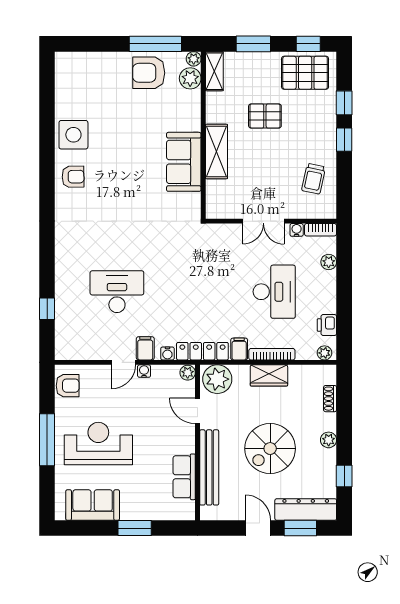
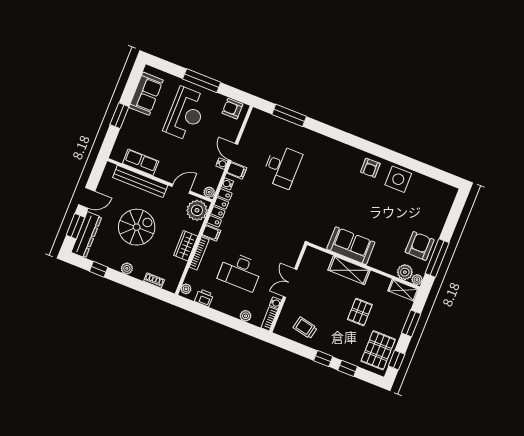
window: (47, 309) -> (289, 115), width x2.17
armchair: (68, 386) -> (232, 109), turned 90
spiral stairs: (270, 449) -> (137, 227), turned 90

